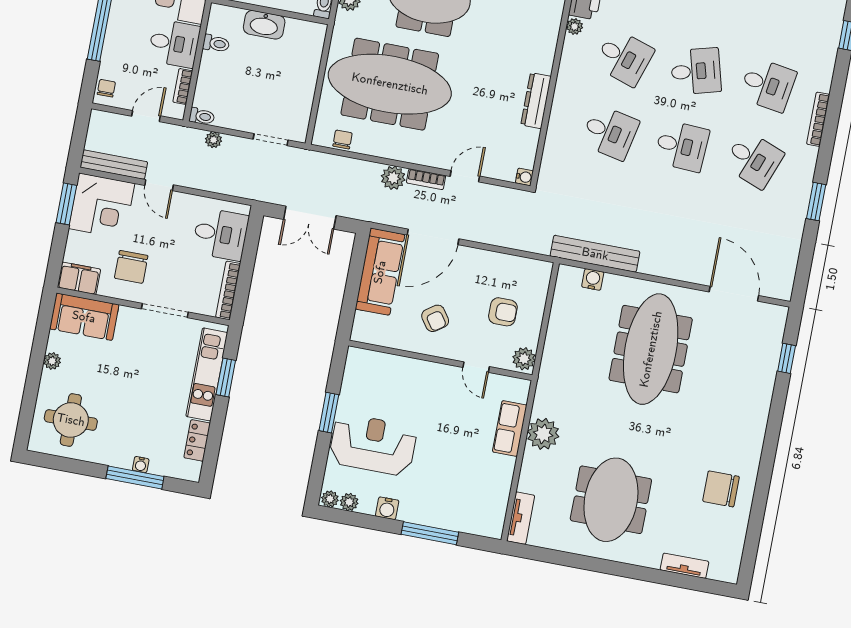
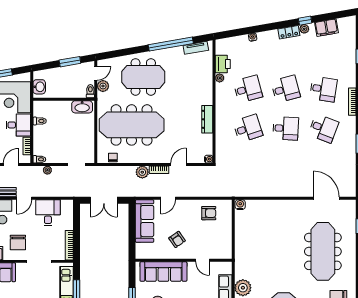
washbasin: (264, 25) -> (82, 107), moved
desk: (624, 58) -> (248, 89), turned -33
desk: (610, 132) -> (248, 128), turned -30
door: (159, 185) -> (24, 198), hinge flipped
desk: (220, 234) -> (48, 213), moved, turned -90
door: (433, 237) -> (168, 198), width x0.53
bench: (595, 254) -> (252, 191), removed
water cooler: (593, 279) -> (240, 205), moved
armchair: (503, 312) -> (209, 213), moved
meeting table: (651, 349) -> (323, 251), moved
plant: (524, 359) -> (226, 251), removed
sofa: (398, 375) -> (163, 272), added

